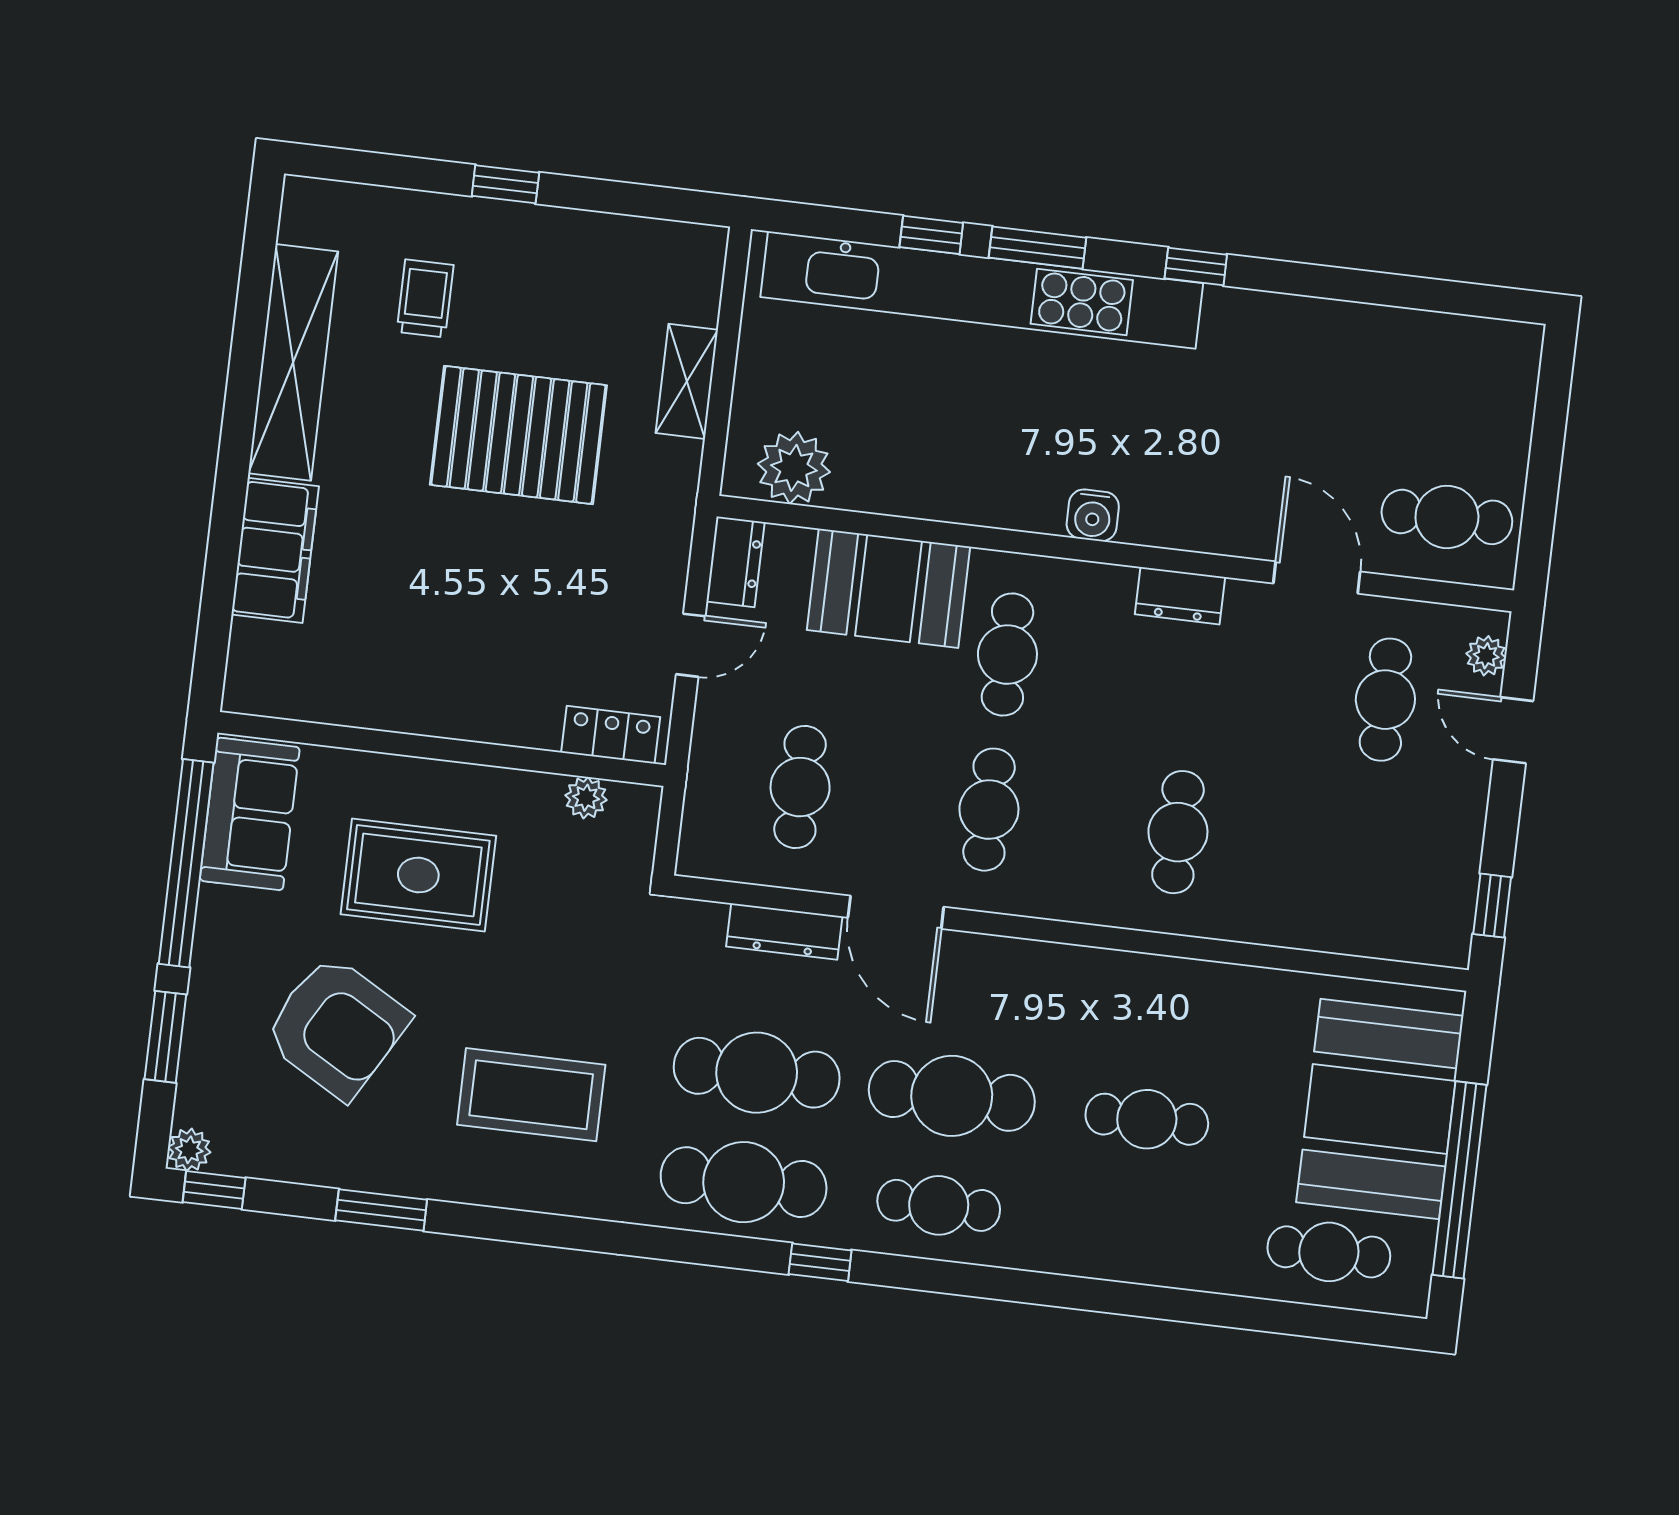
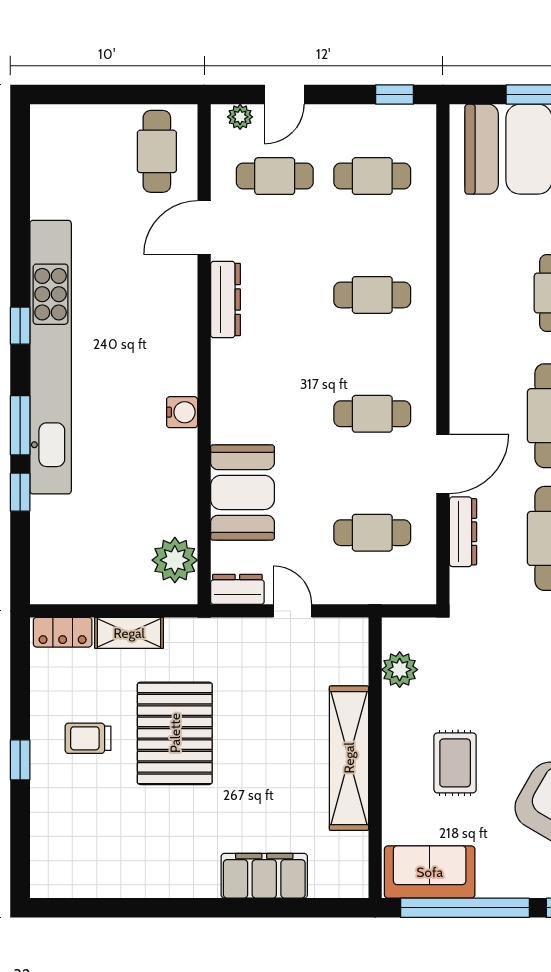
kitchen unit: (982, 290) -> (51, 357), moved
trolley: (425, 298) -> (88, 738), moved
shelving: (293, 362) -> (349, 758), moved, turned 90
water cooler: (1093, 515) -> (182, 412), moved
dresser: (1180, 596) -> (225, 300), width x1.44
cafe table: (1007, 655) -> (372, 176), moved
locker: (611, 735) -> (63, 632), moved, turned -90
plant: (586, 798) -> (400, 670), width x1.38, depth x1.38
rug: (418, 875) -> (455, 763), width x0.73, depth x0.70

